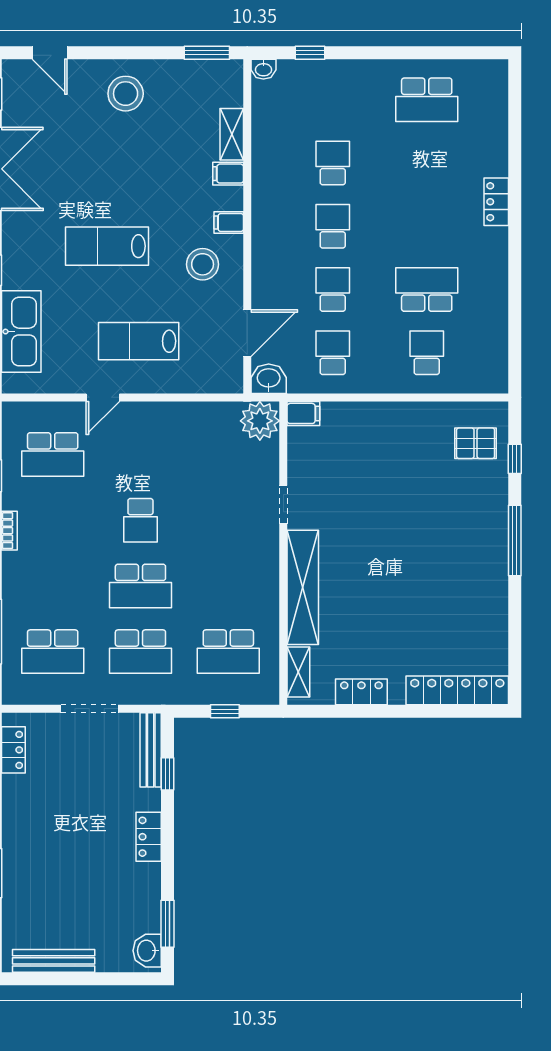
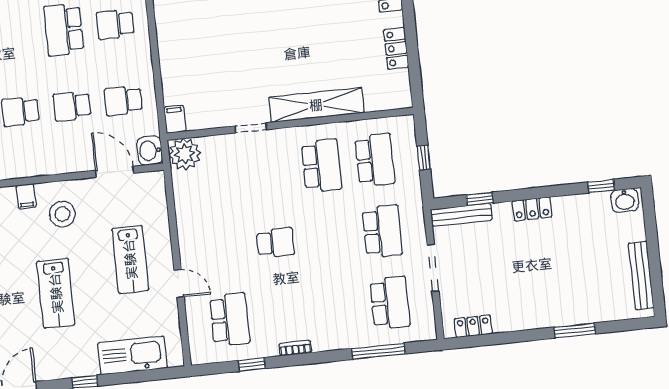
school desk: (140, 586) -> (321, 166), moved
shelving: (298, 672) -> (385, 101), removed
window: (167, 924) -> (601, 186), width x0.67

